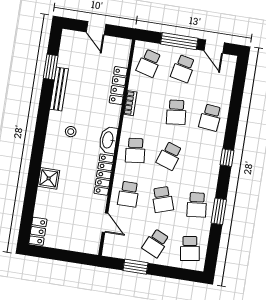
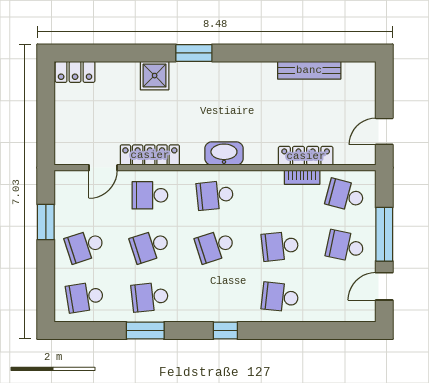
door: (96, 28) -> (384, 131), moved
window: (51, 67) -> (194, 53), moved
bench: (59, 89) -> (309, 70), moved
bookcase: (130, 103) -> (302, 177), moved
stool: (71, 132) -> (228, 97), removed
school desk: (169, 156) -> (215, 246), turned -36
locker: (104, 175) -> (150, 155), moved
school desk: (156, 243) -> (85, 246), turned -42

